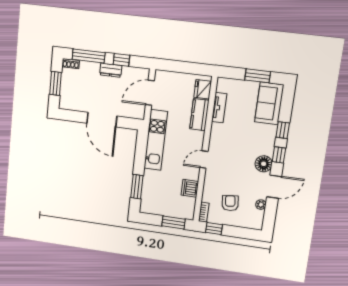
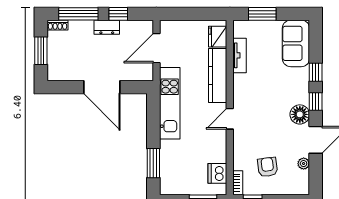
window: (258, 76) -> (262, 14), moved
kitchen counter: (199, 115) -> (218, 75), width x1.50
dishwasher: (190, 188) -> (217, 173), moved

